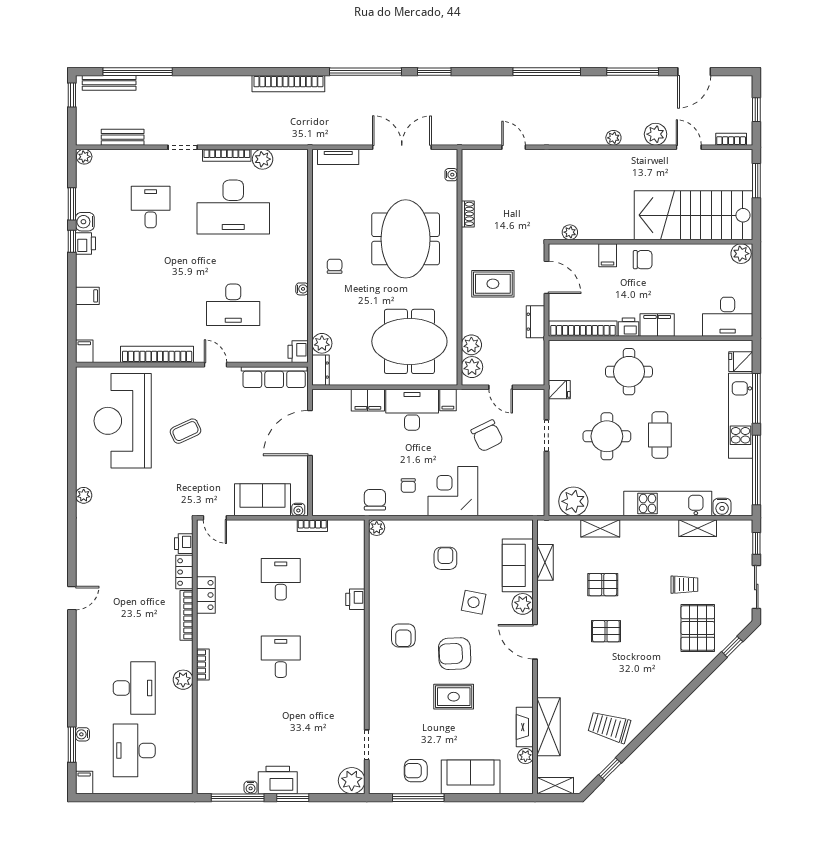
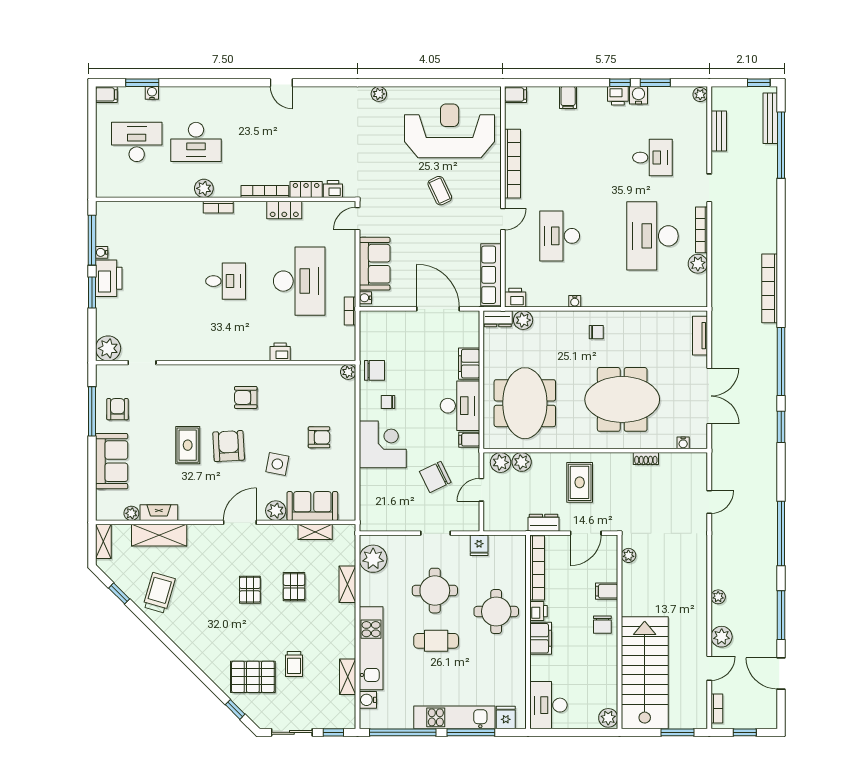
desk: (281, 579) -> (299, 281), width x1.87, depth x1.30

